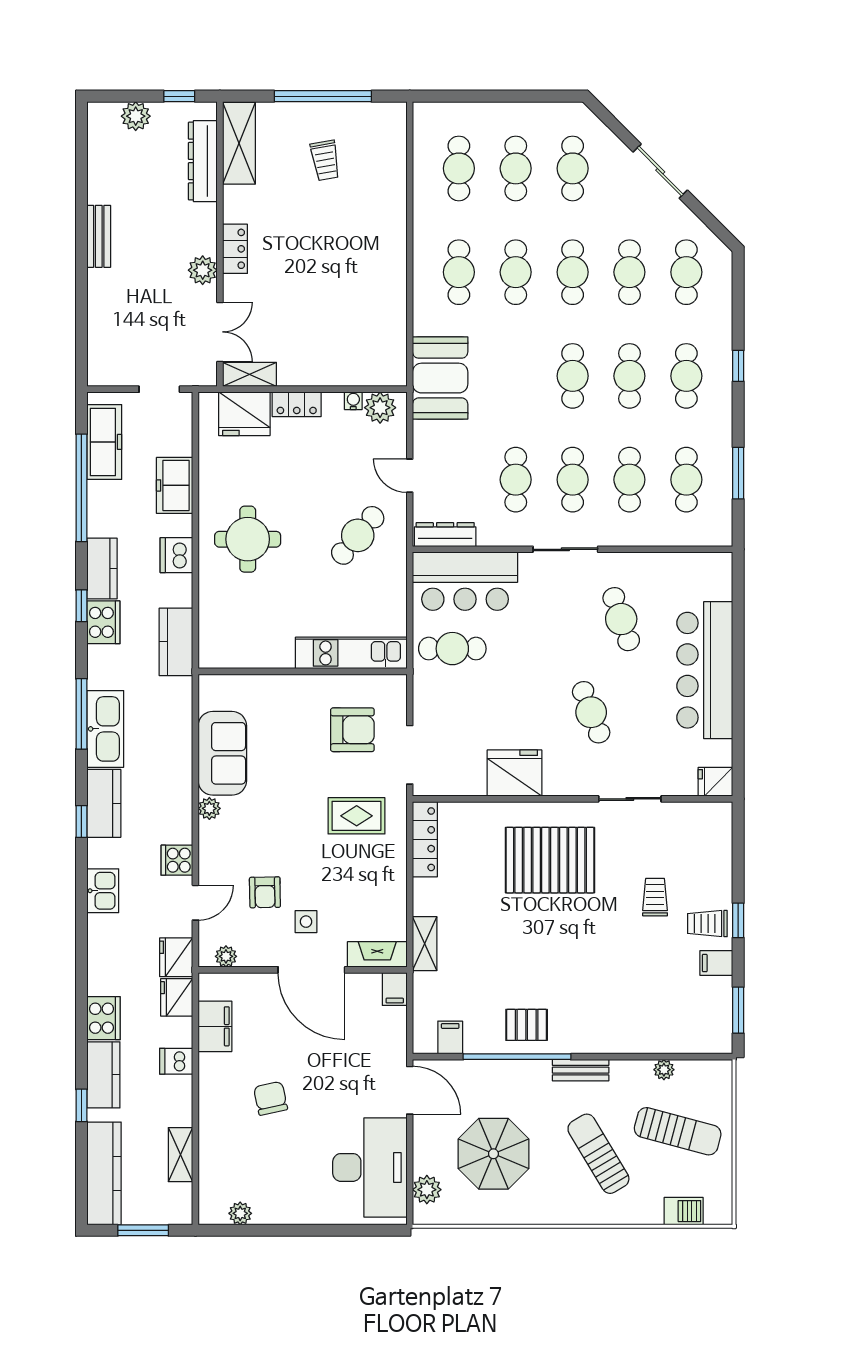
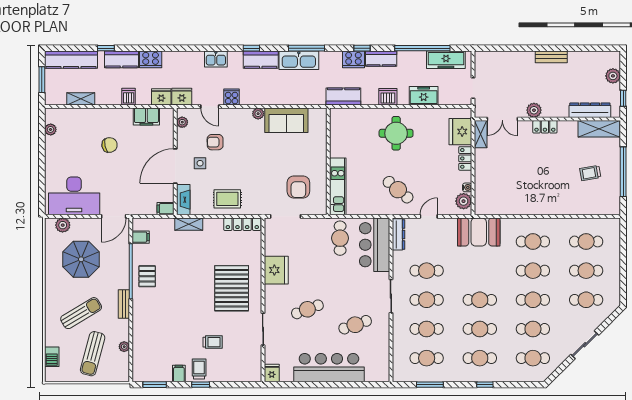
rug: (357, 816) -> (227, 199), moved, turned 90

